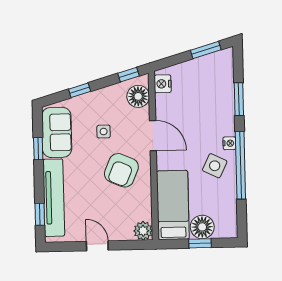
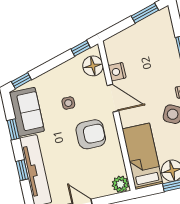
nightstand: (163, 84) -> (117, 72), moved
window: (80, 90) -> (21, 81), moved
armchair: (121, 170) -> (91, 134), turned -113
window: (40, 214) -> (22, 170), moved

